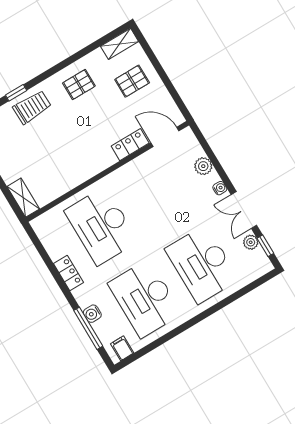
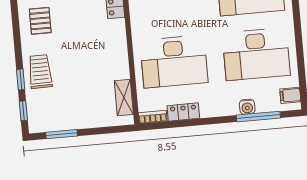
shelving: (23, 198) -> (124, 98), moved, turned 90
bookcase: (41, 231) -> (153, 117), added
locker: (68, 273) -> (183, 112), moved

